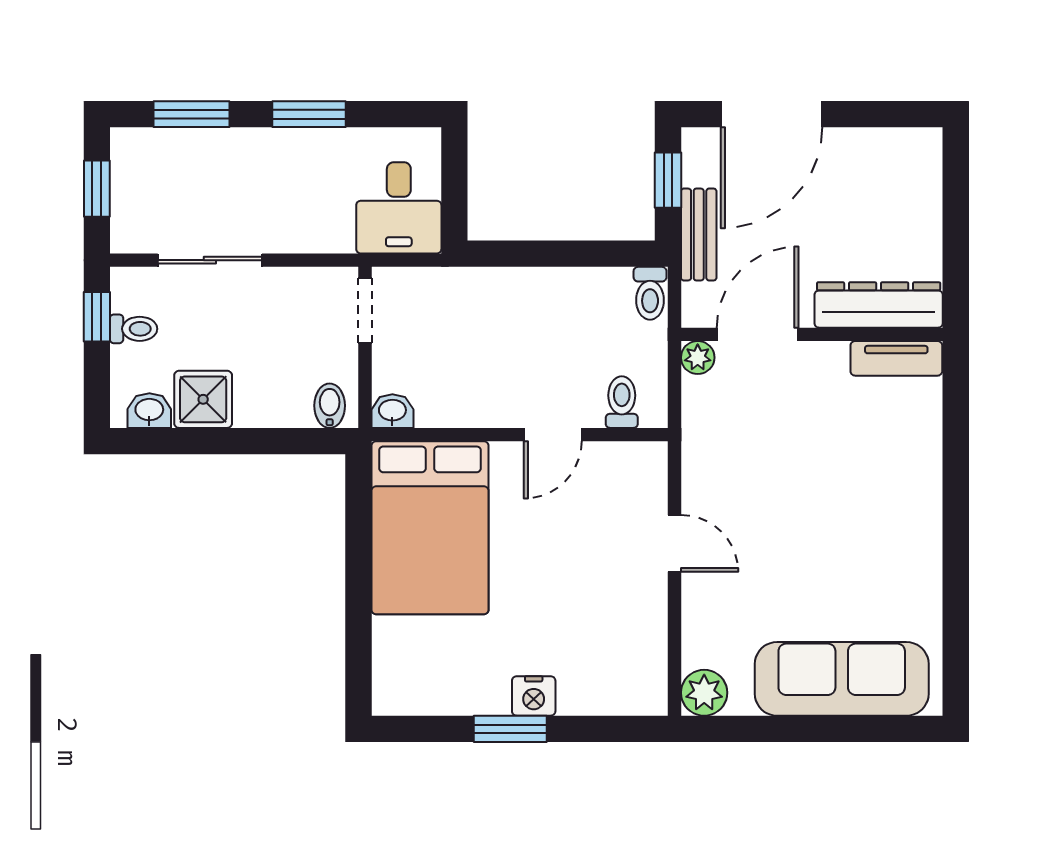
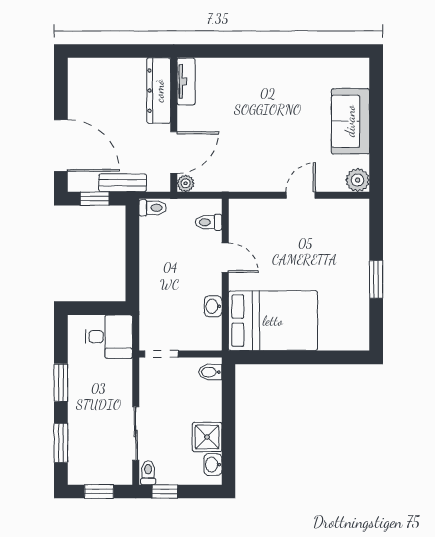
toilet: (134, 329) -> (148, 473), moved
door: (758, 334) -> (174, 153), swing flipped
washbasin: (392, 411) -> (213, 306), moved
door: (675, 543) -> (301, 195), moved
sofa: (842, 679) -> (350, 121), width x0.73
nightstand: (534, 696) -> (359, 267), removed

